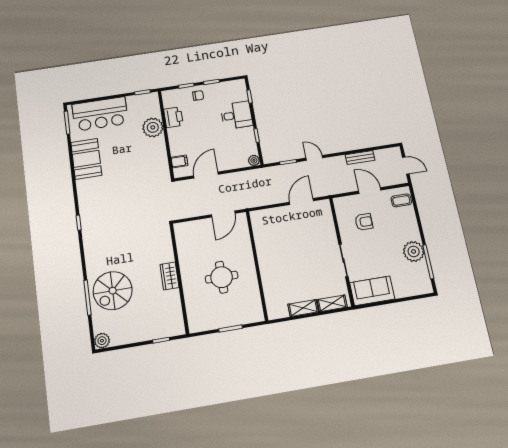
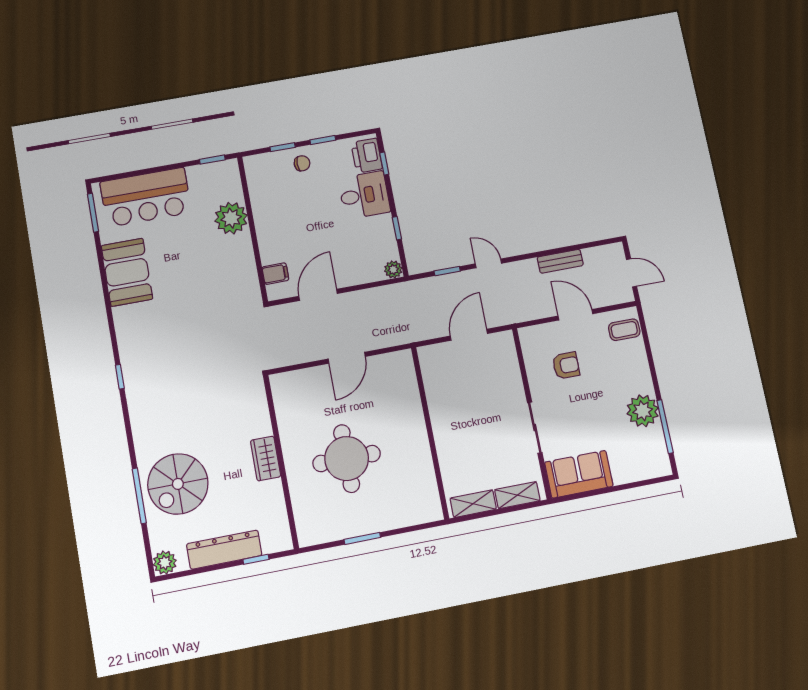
printer: (173, 117) -> (367, 156), moved, turned 180
wall: (257, 265) -> (430, 433), moved
round table: (222, 277) -> (347, 459), width x1.36, depth x1.36
dresser: (141, 333) -> (224, 550), added

